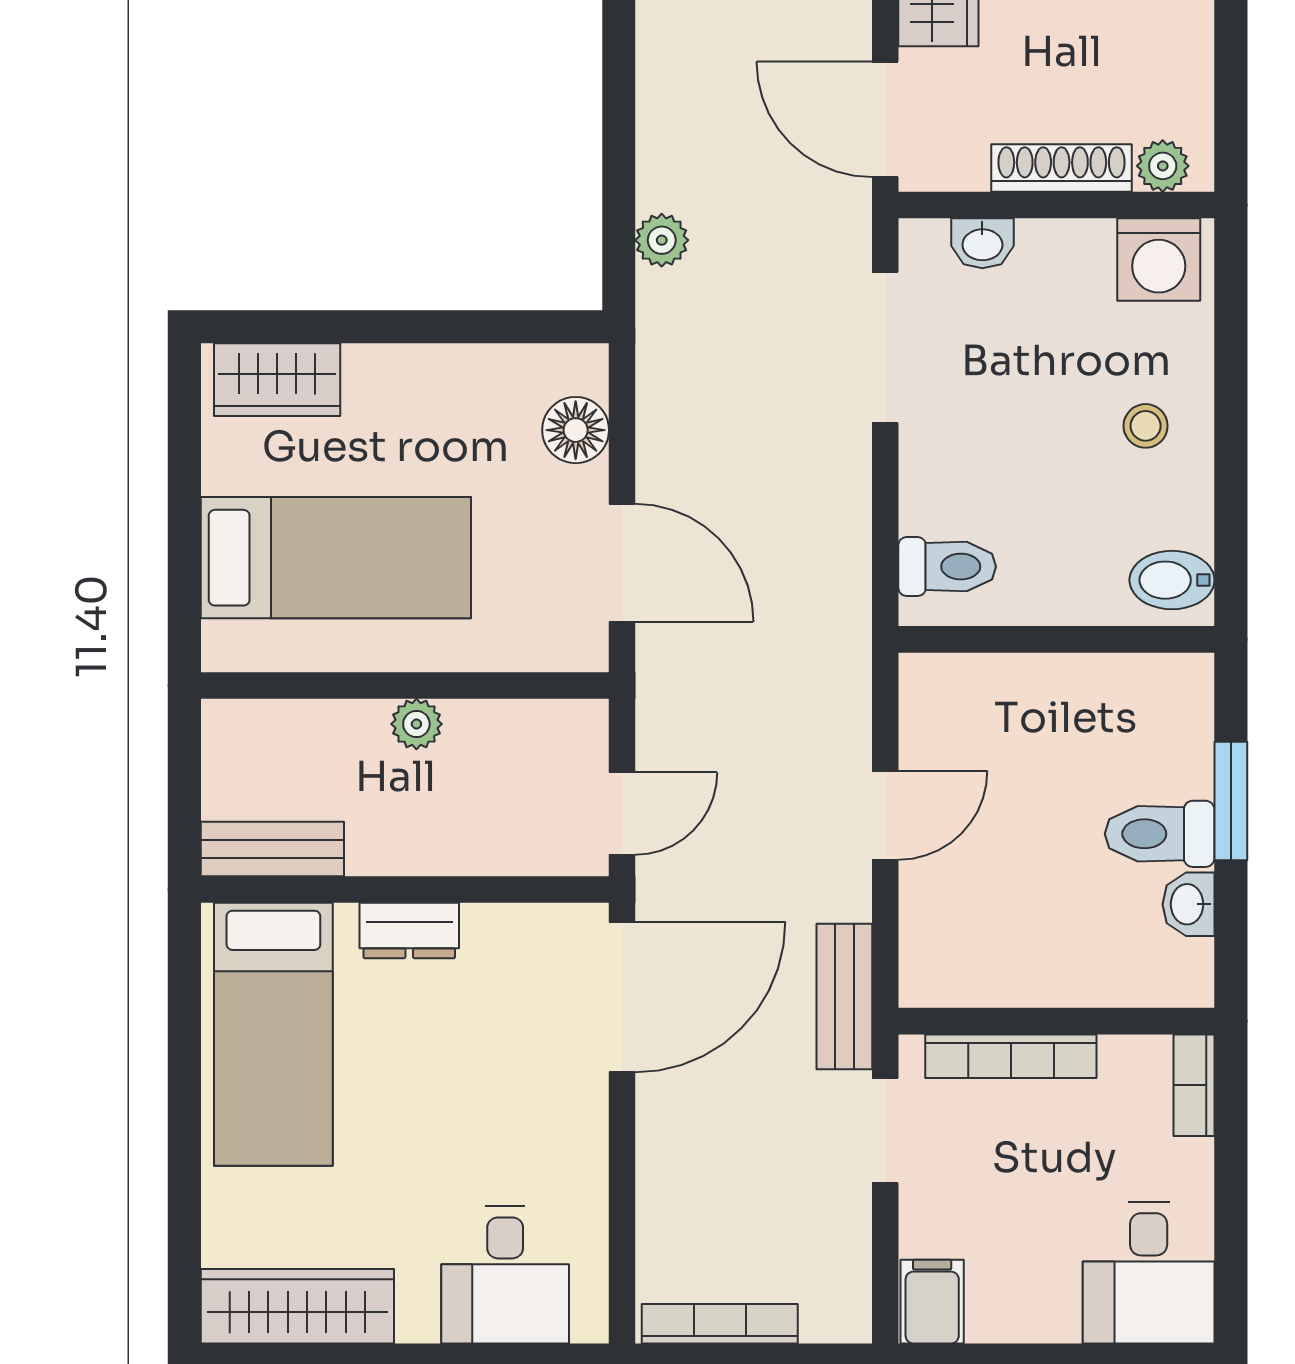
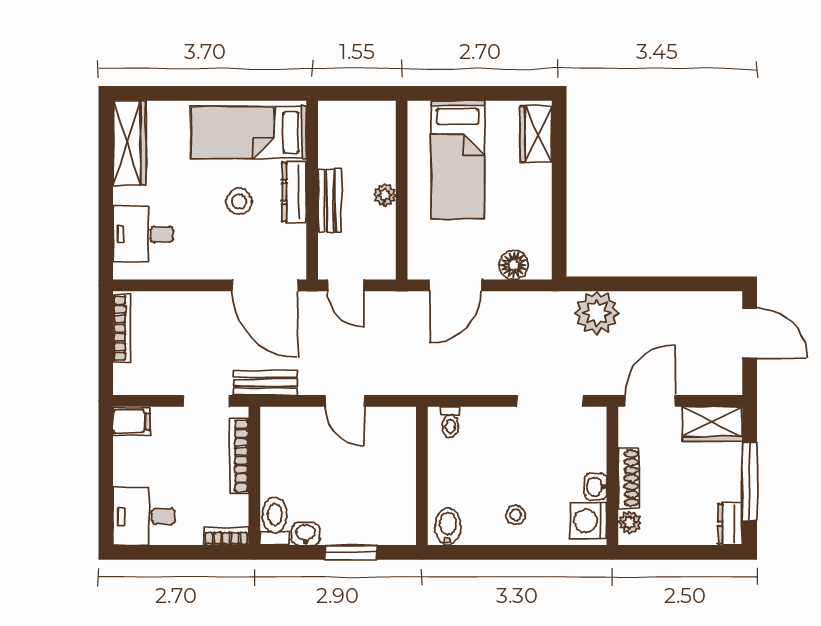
plant: (662, 240) -> (597, 313), width x1.88, depth x1.88
washbasin: (982, 243) -> (596, 487), moved
toilet: (947, 567) -> (450, 422), width x0.73, depth x0.72
toilet: (1160, 834) -> (275, 521), moved
bench: (272, 849) -> (330, 201), moved
dresser: (409, 931) -> (294, 192), width x1.44
stool: (431, 1056) -> (239, 202), added

